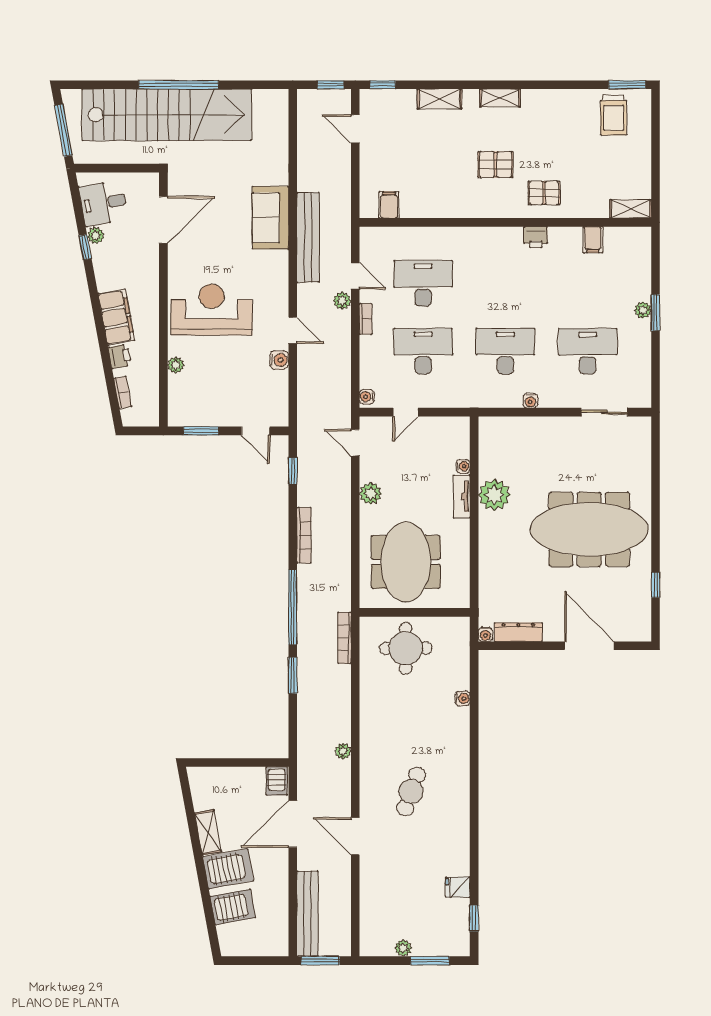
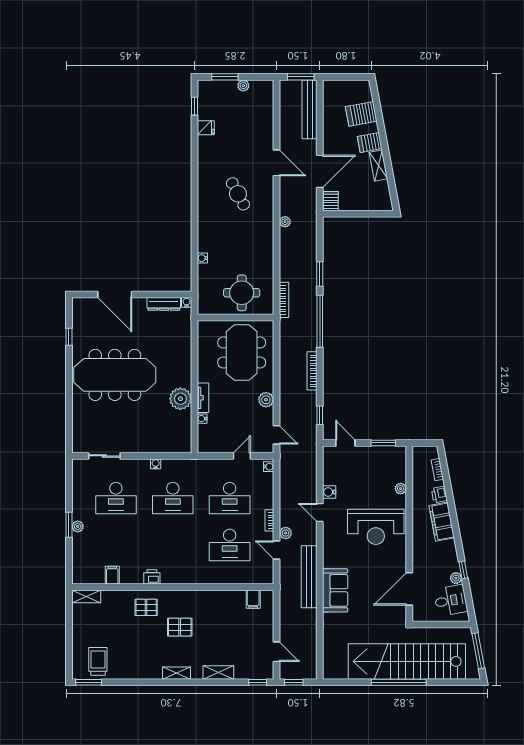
cafe table: (411, 791) -> (238, 194), turned -48
server rack: (228, 869) -> (370, 142), width x0.73, depth x0.70

